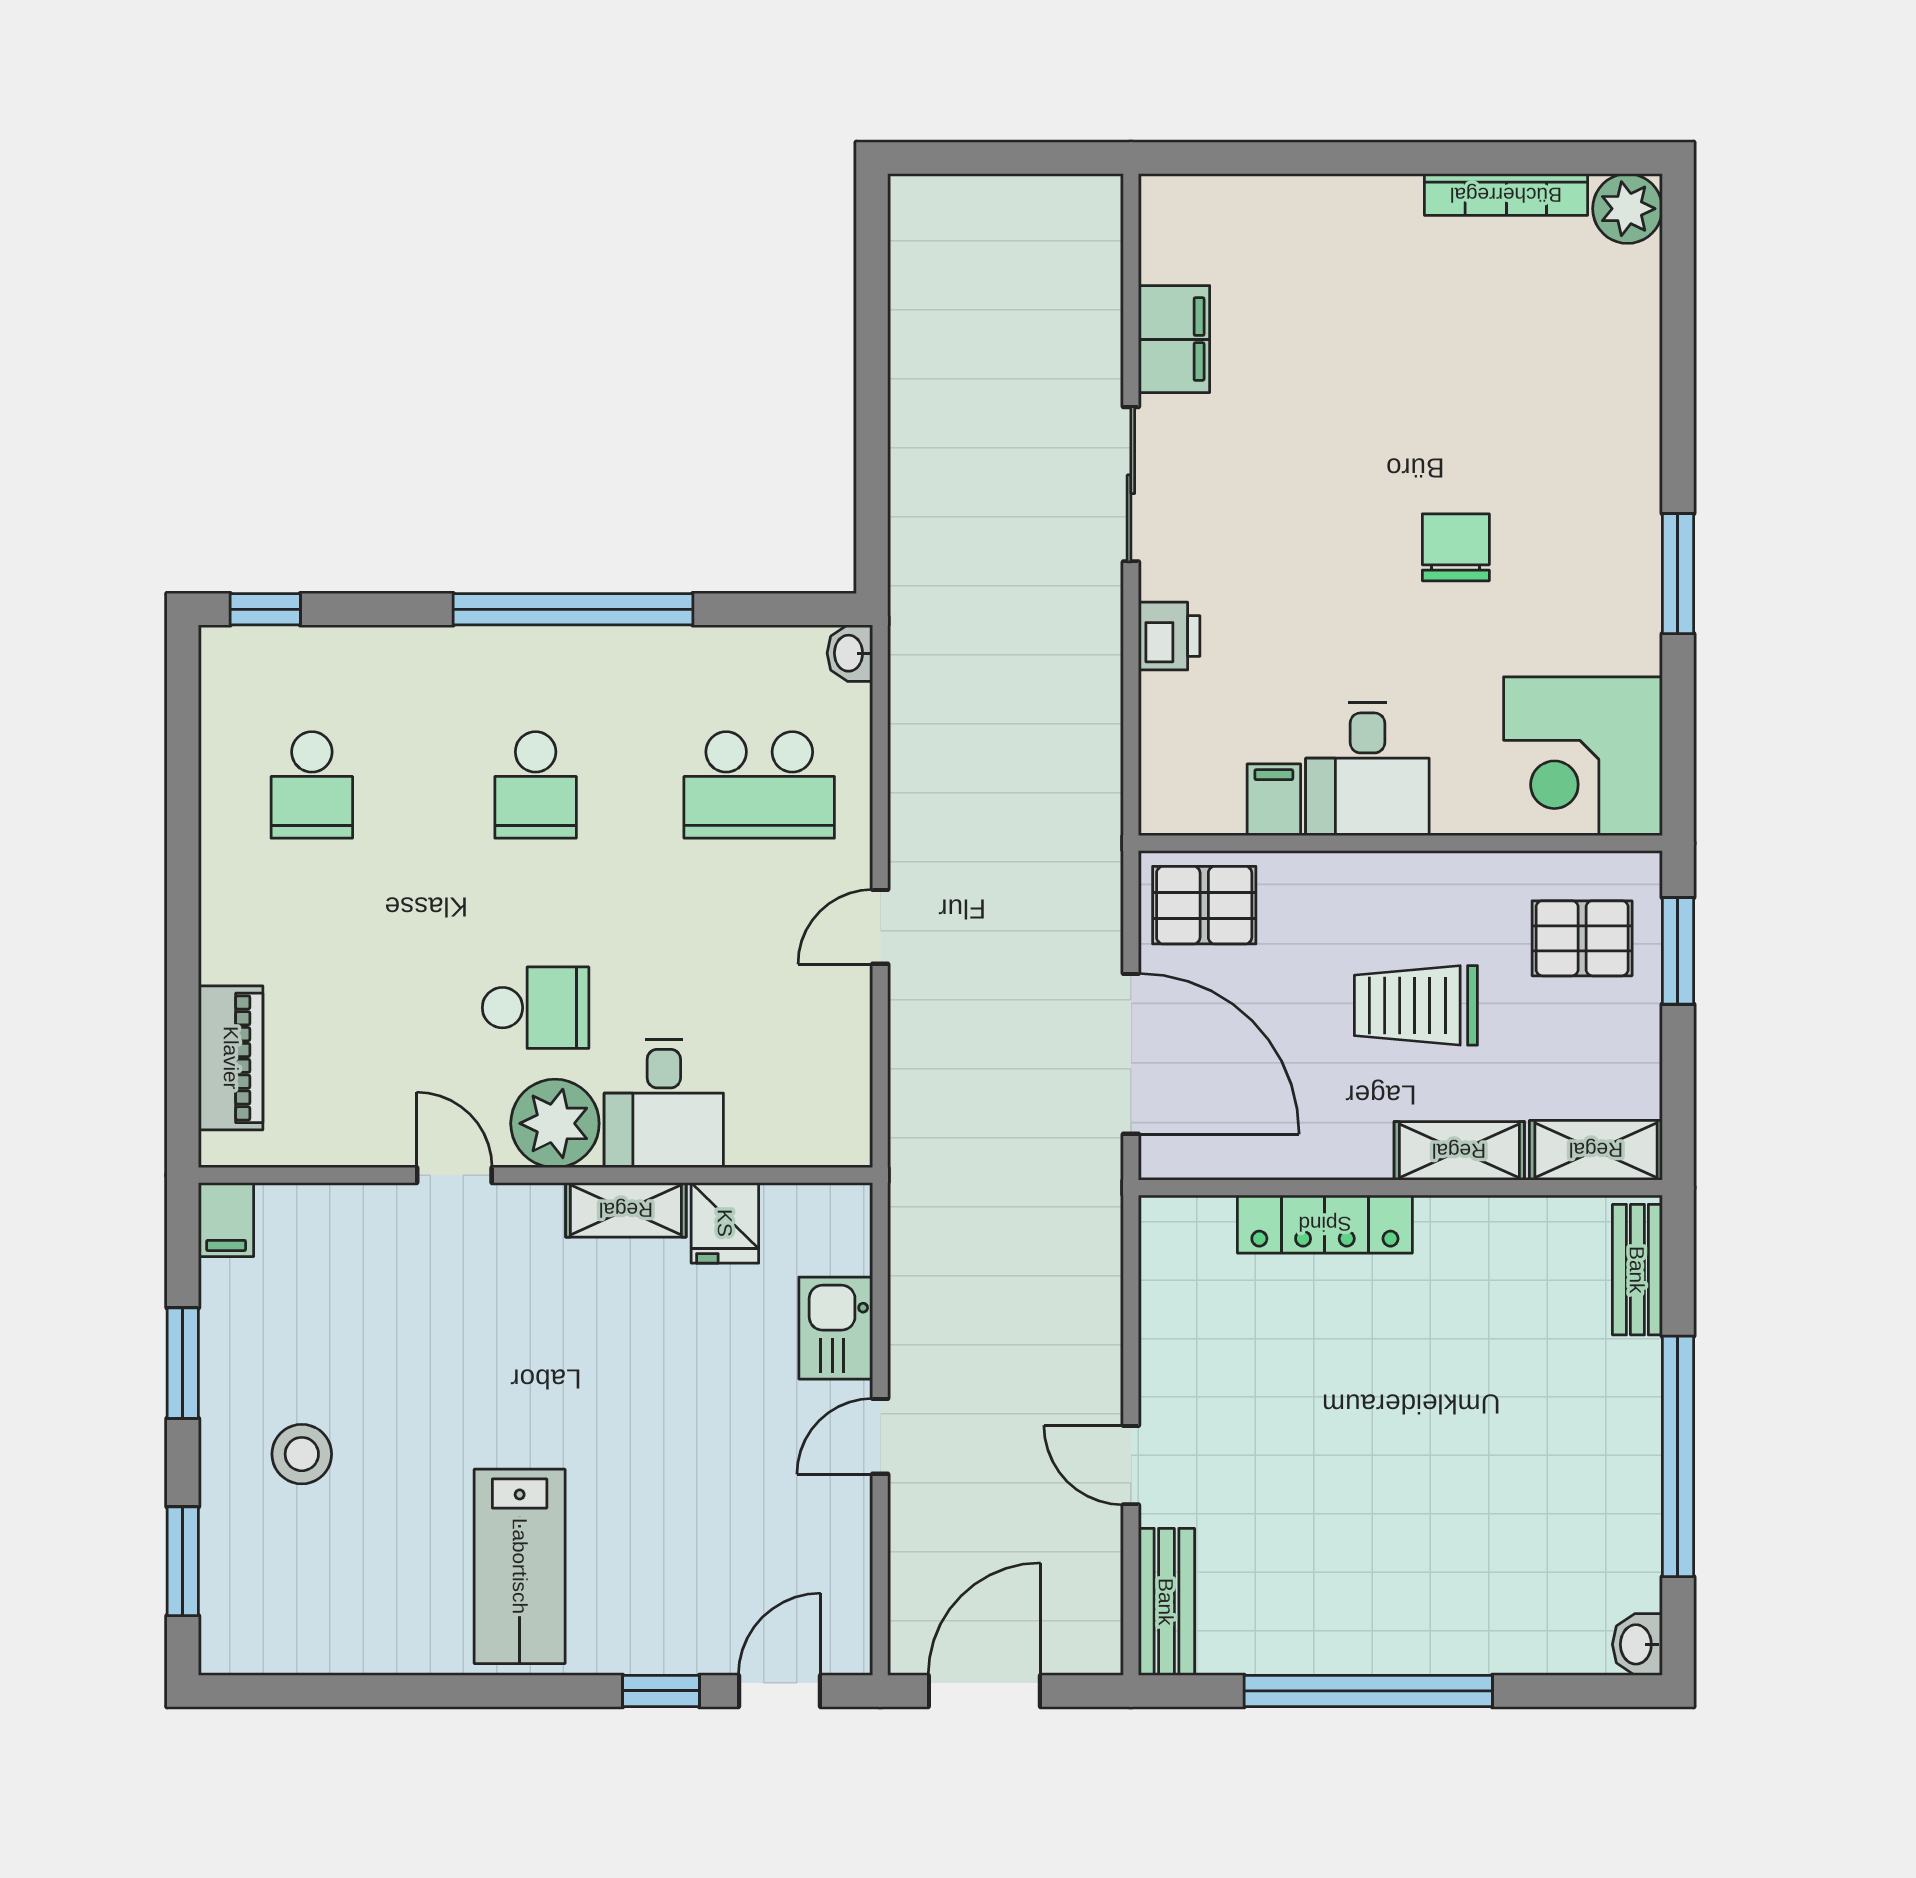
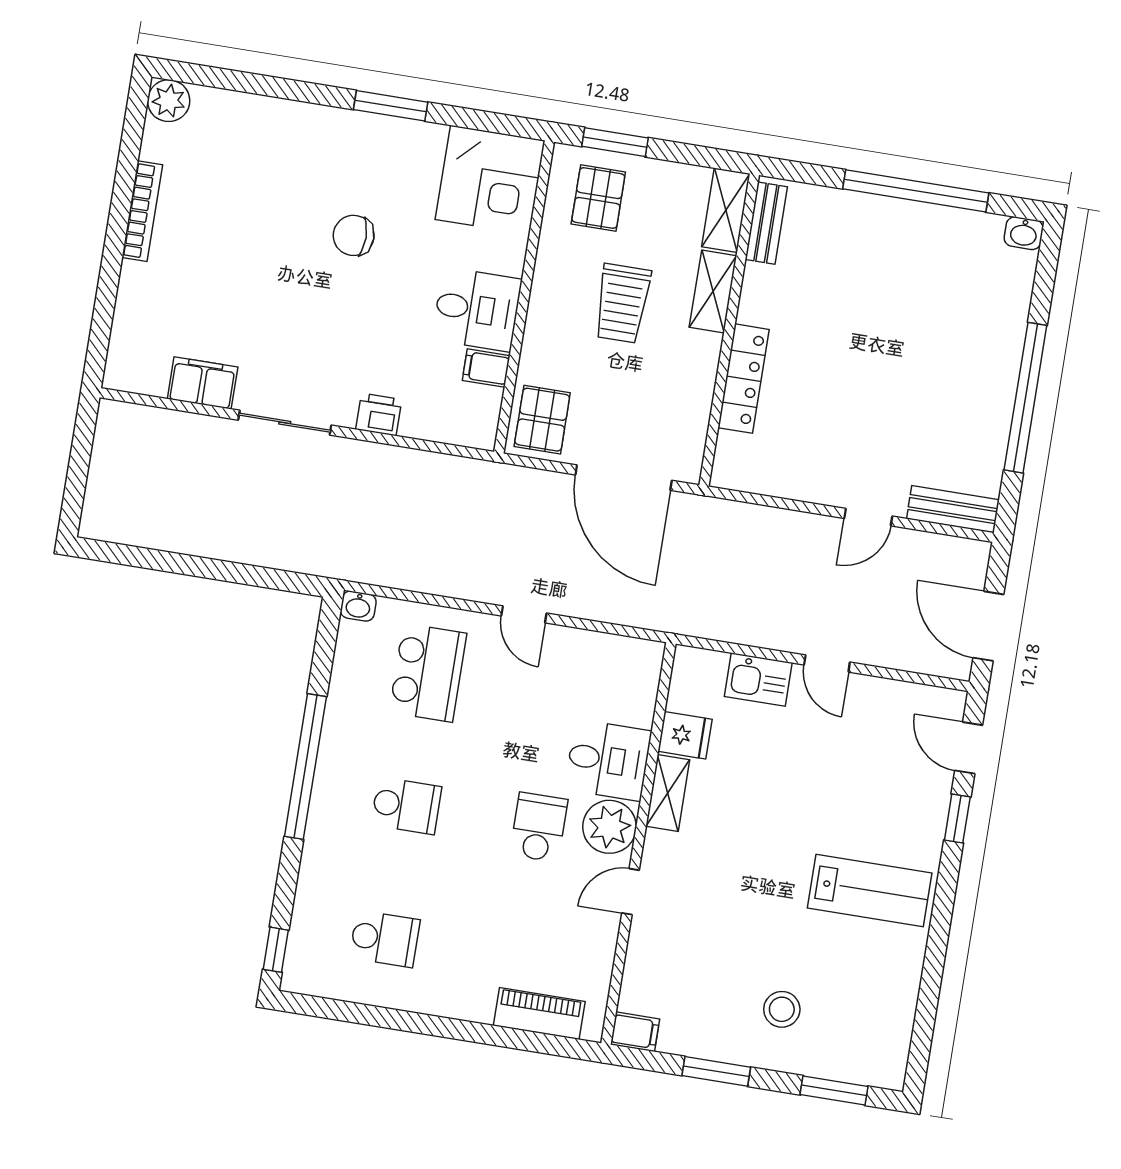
bookcase: (1506, 195) -> (142, 211), moved
door: (1131, 1054) -> (624, 478), swing flipped
bench: (1637, 1270) -> (766, 223), moved, turned 90

